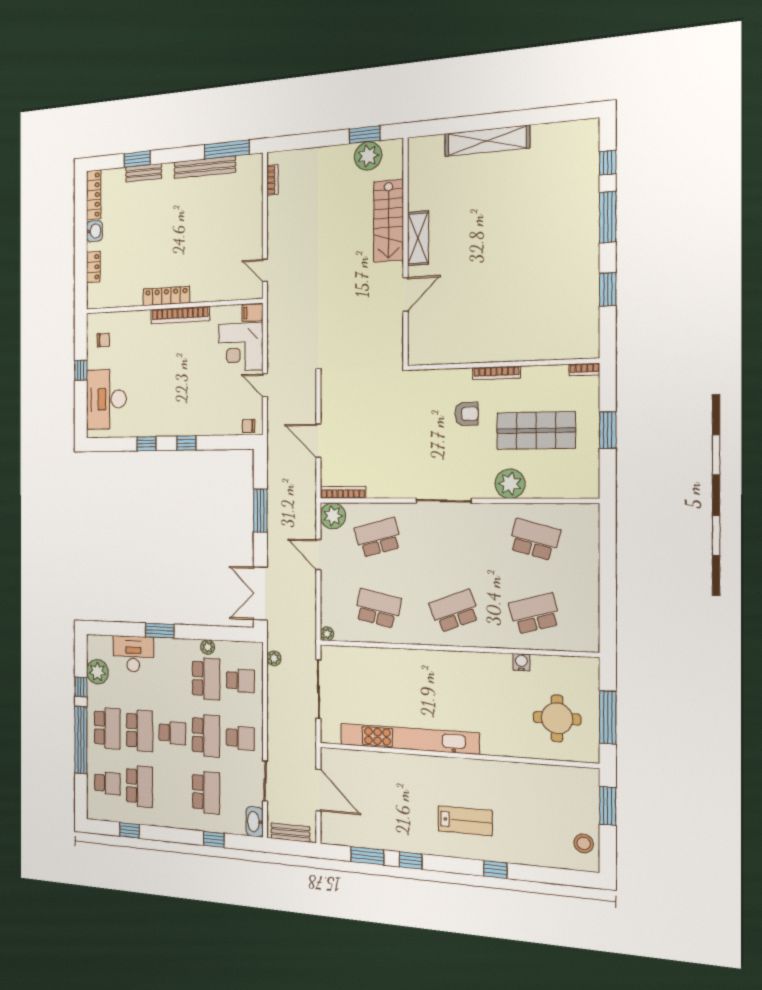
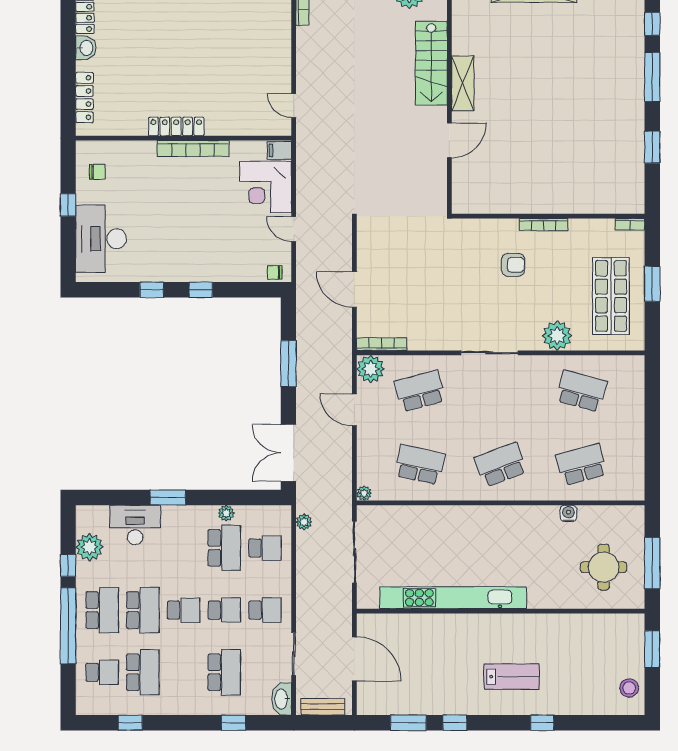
locker: (93, 267) -> (84, 98), width x1.53
shop shelf: (536, 431) -> (611, 296), moved, turned 90
school desk: (206, 736) -> (224, 610), width x0.54

